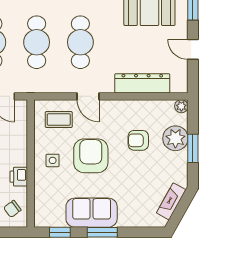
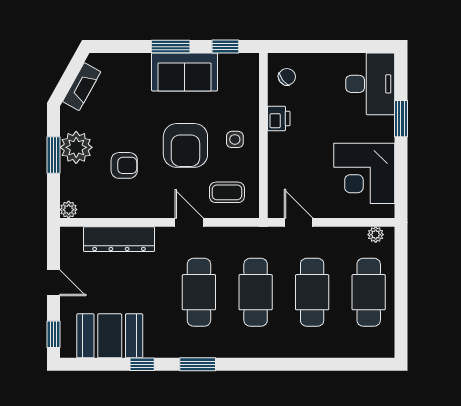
plant: (175, 138) -> (76, 147), moved

